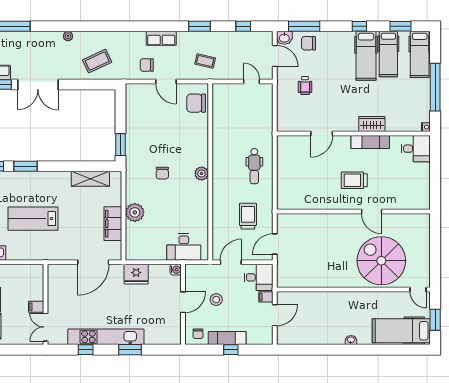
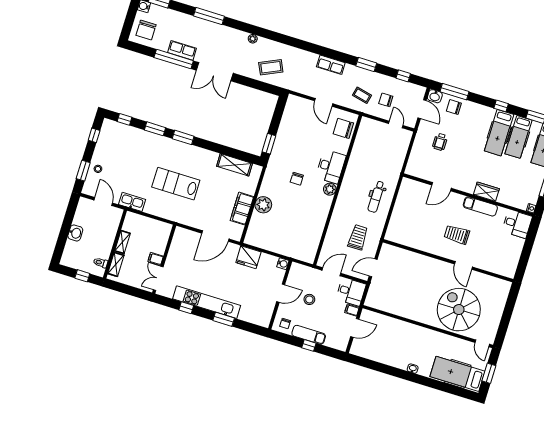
chair: (147, 65) -> (386, 100), moved
desk: (184, 247) -> (331, 167), moved, turned -90

